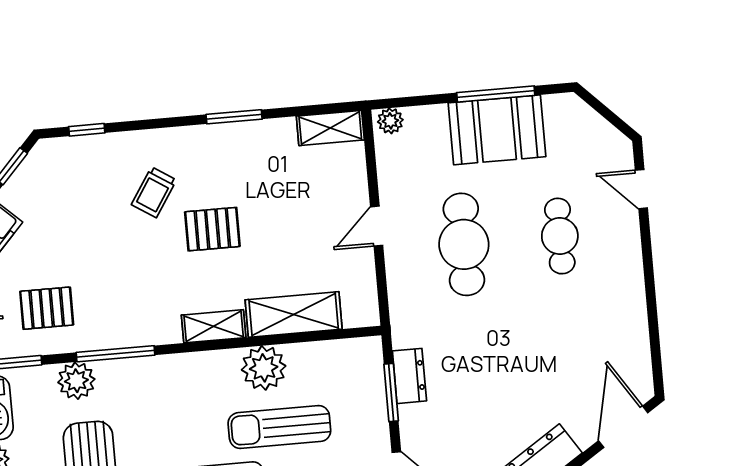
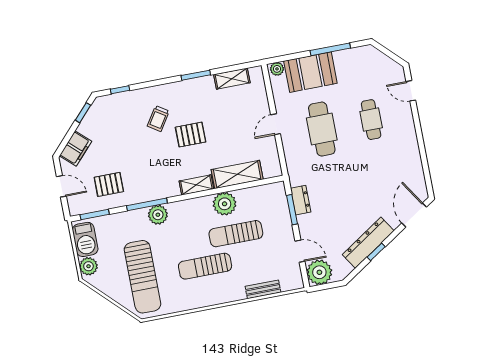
shelving: (330, 128) -> (232, 79), moved
booth: (497, 130) -> (310, 72), moved
plant: (76, 381) -> (158, 215), moved

